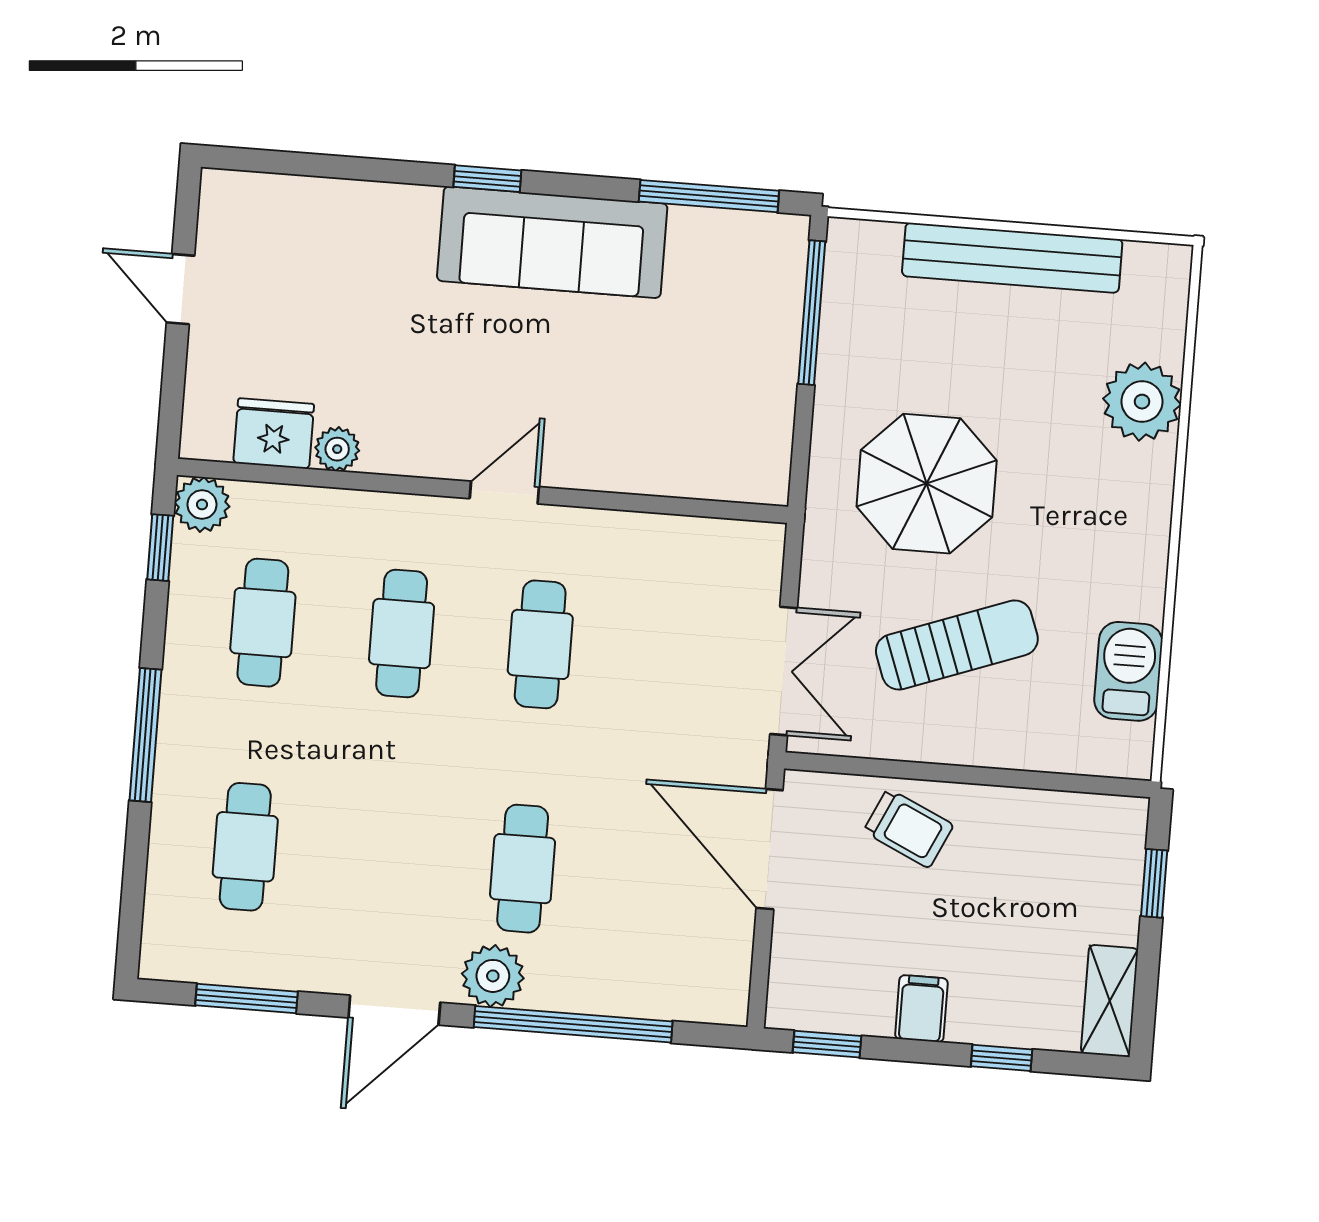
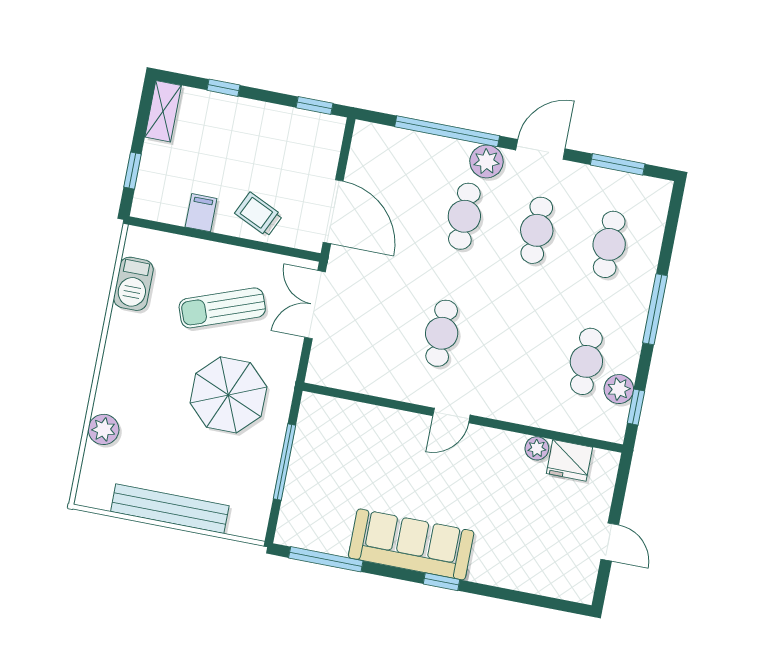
window: (812, 313) -> (284, 462), moved
plant: (1142, 402) -> (104, 429), width x0.73, depth x0.73
plant: (202, 505) -> (619, 389), moved
cafe table: (402, 633) -> (537, 230), moved
filing cabinet: (921, 1009) -> (201, 213), moved, turned 180

